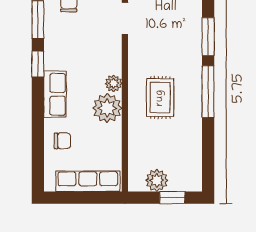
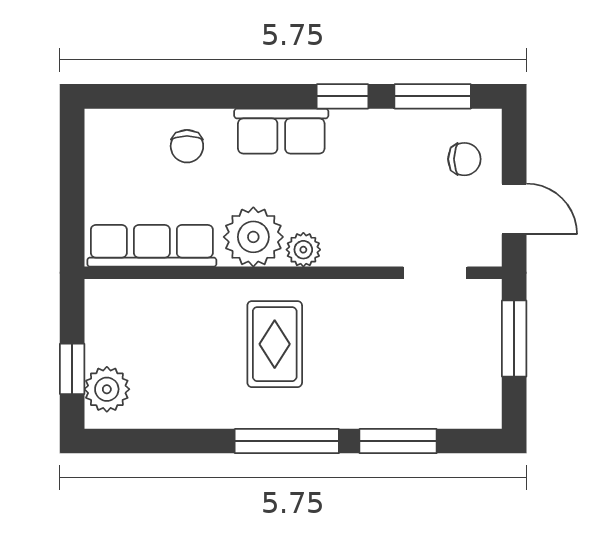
rug: (160, 98) -> (275, 344), turned 90
plant: (157, 180) -> (107, 389), moved
row of seats: (88, 181) -> (152, 246), moved, turned -90

